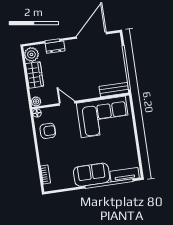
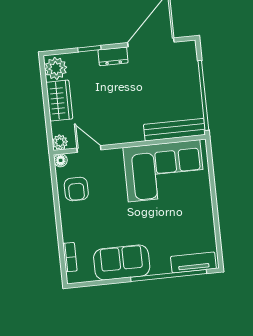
dresser: (55, 47) -> (113, 56), moved
bench: (114, 90) -> (174, 130), width x1.36
door: (67, 103) -> (89, 149), moved
armchair: (48, 131) -> (76, 189), turned 90
sofa: (92, 175) -> (122, 262), moved

